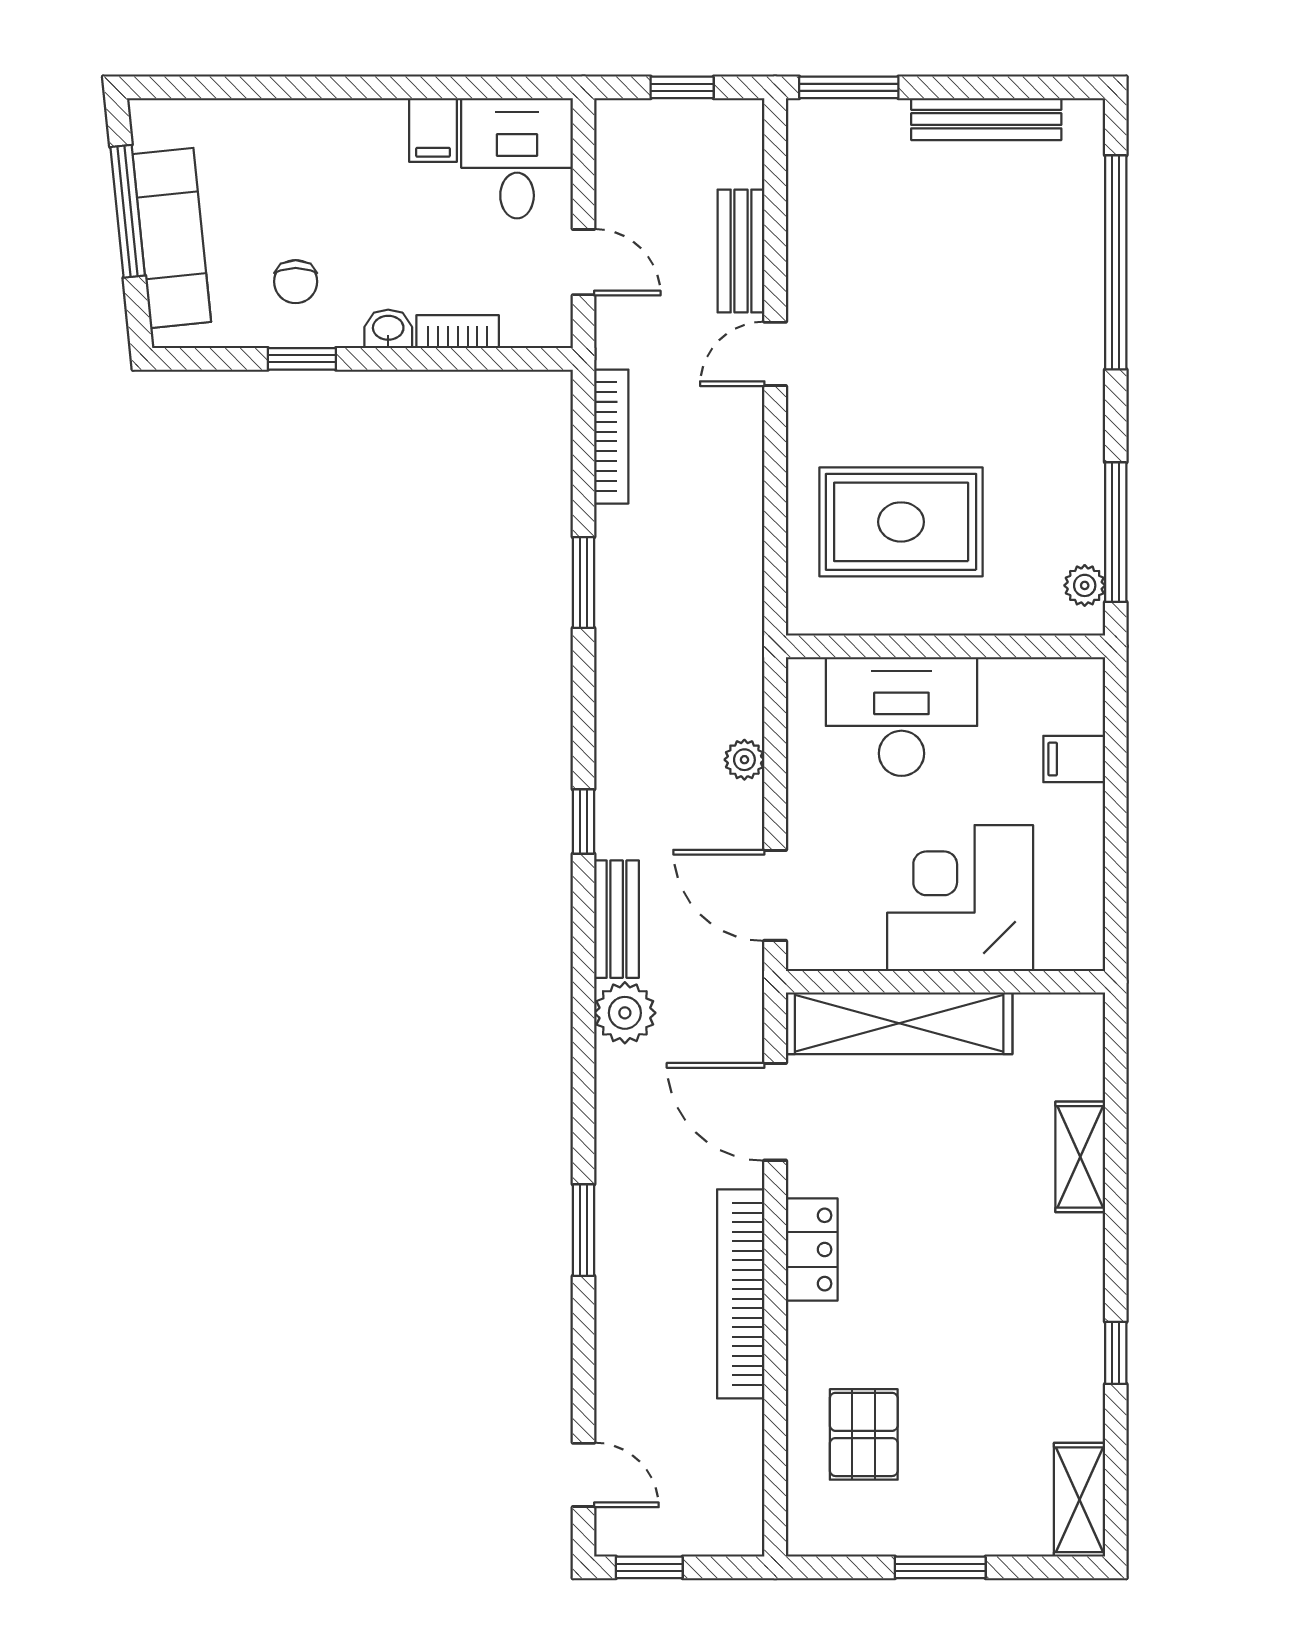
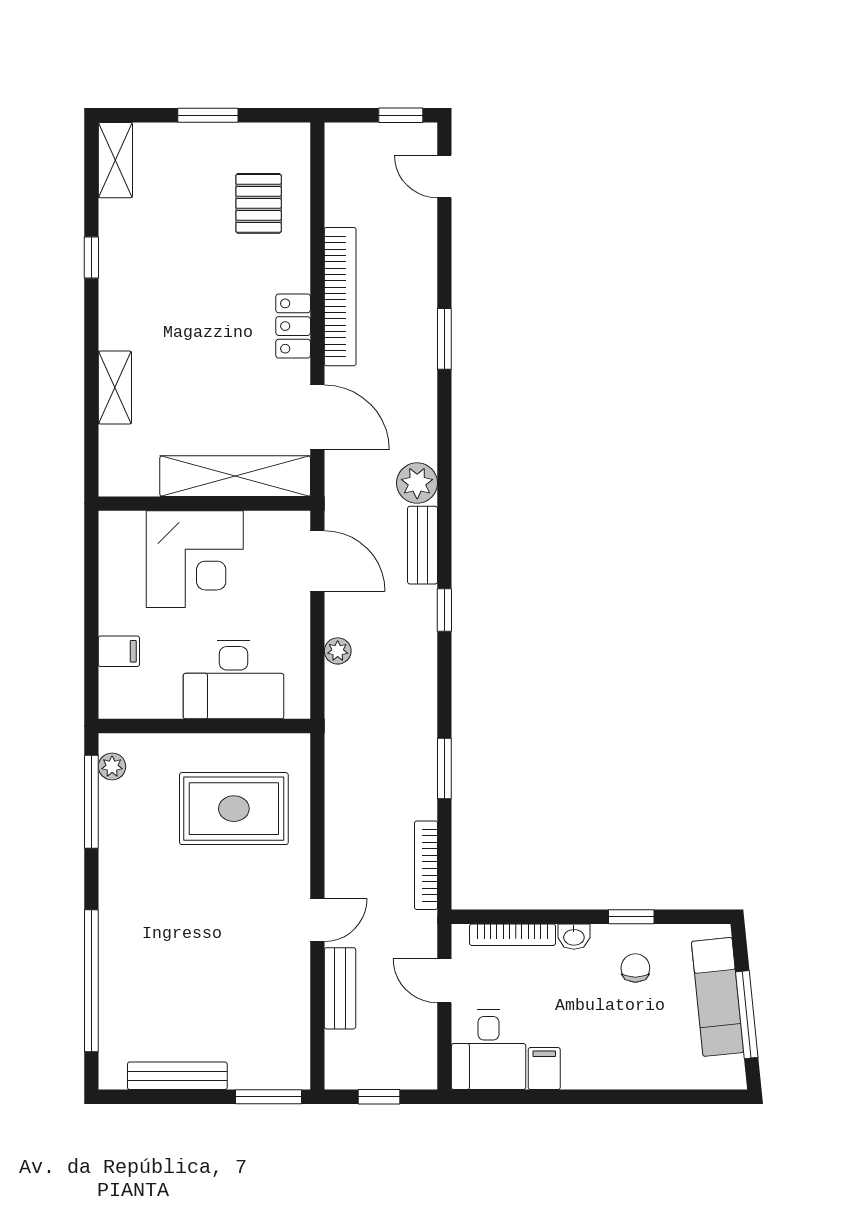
bookcase: (458, 332) -> (513, 935), width x1.56

